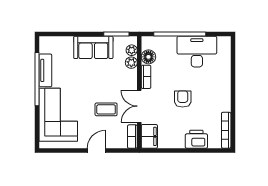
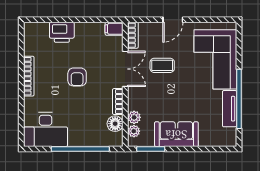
desk: (197, 52) -> (45, 130), moved
bookcase: (226, 130) -> (29, 76), moved
filing cabinet: (149, 136) -> (114, 29), width x0.50

